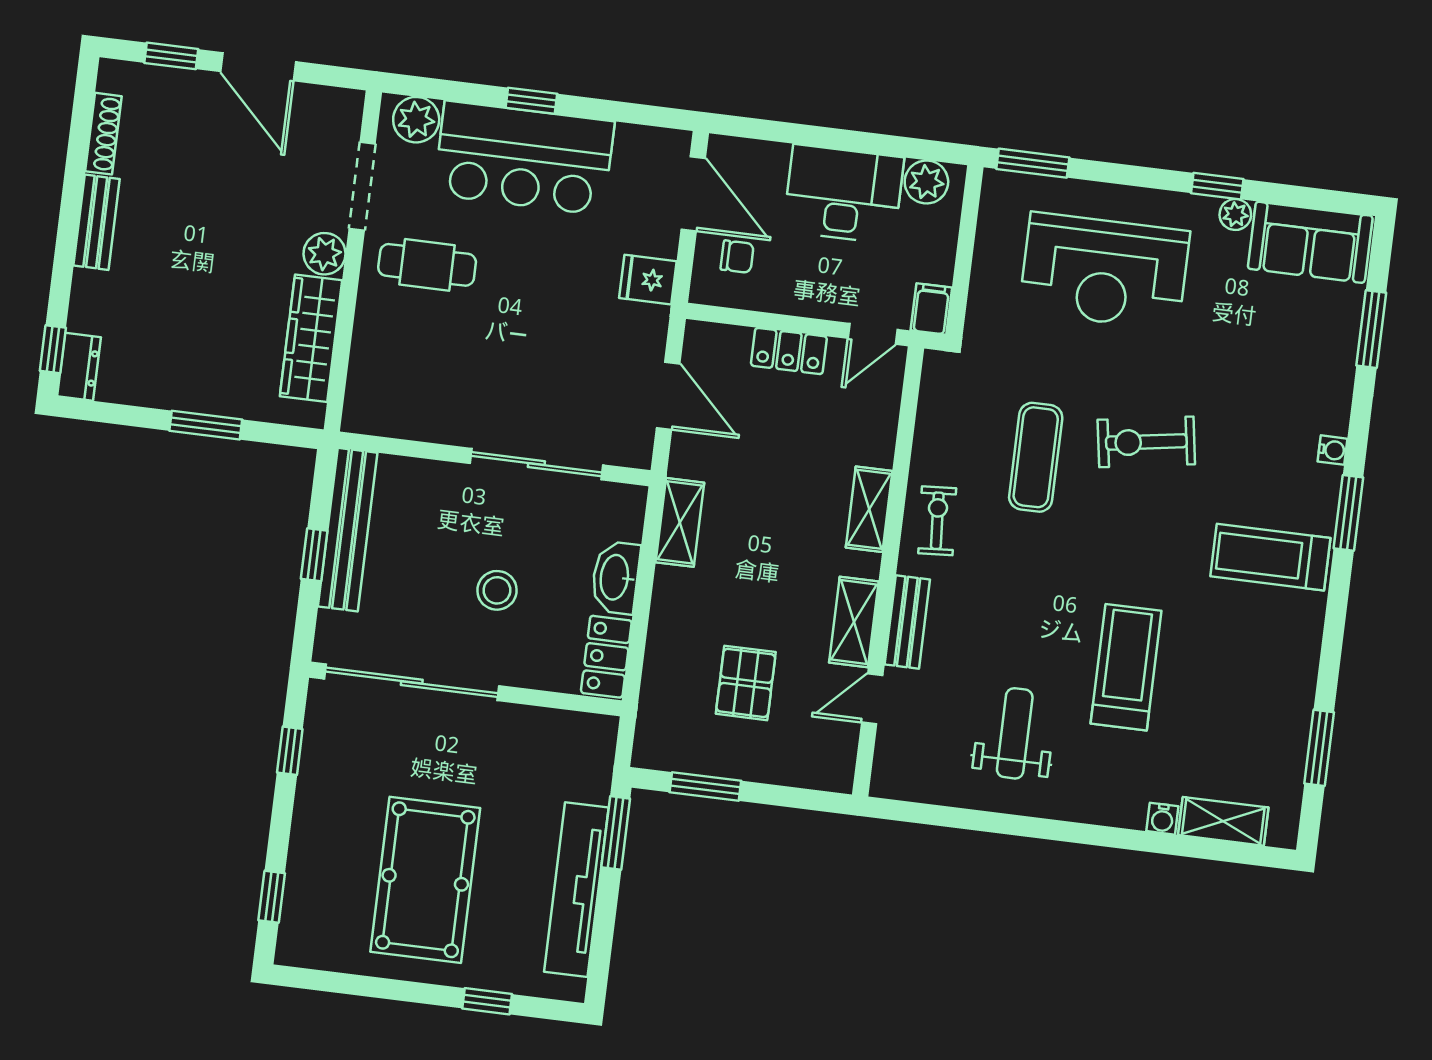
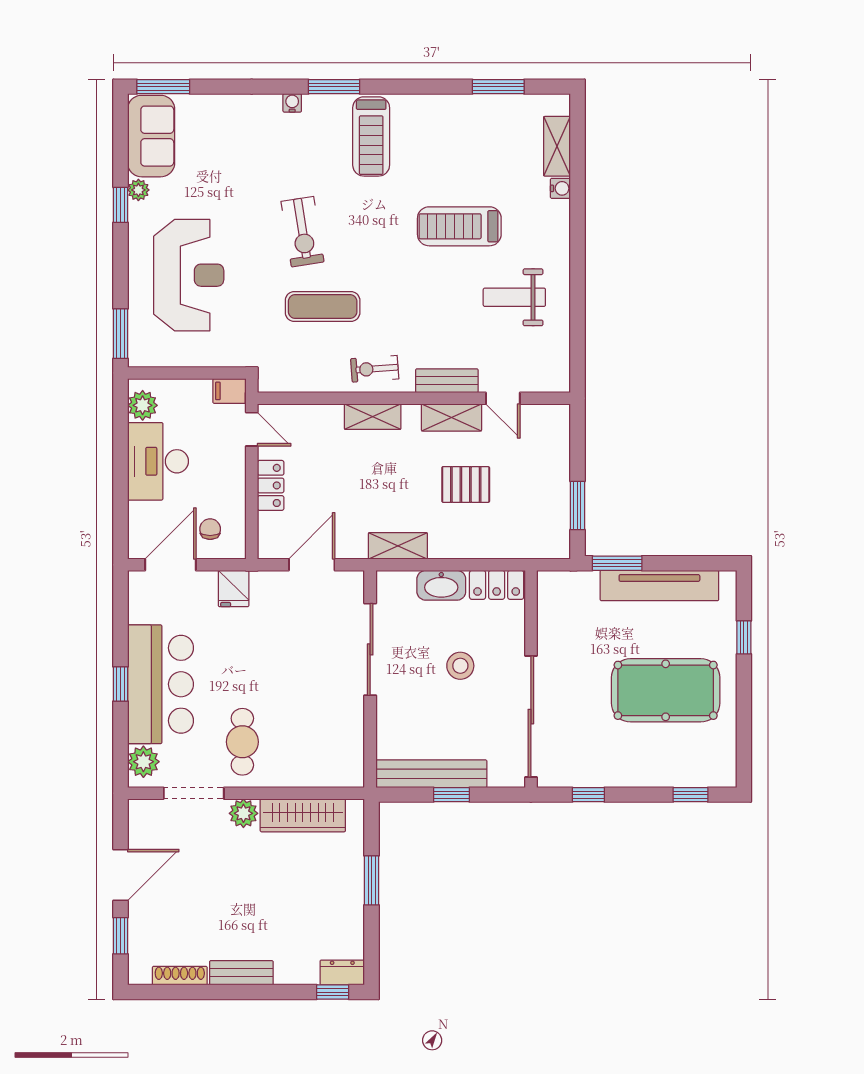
window: (1371, 329) -> (163, 87), moved
pallet: (746, 683) -> (466, 484), moved

